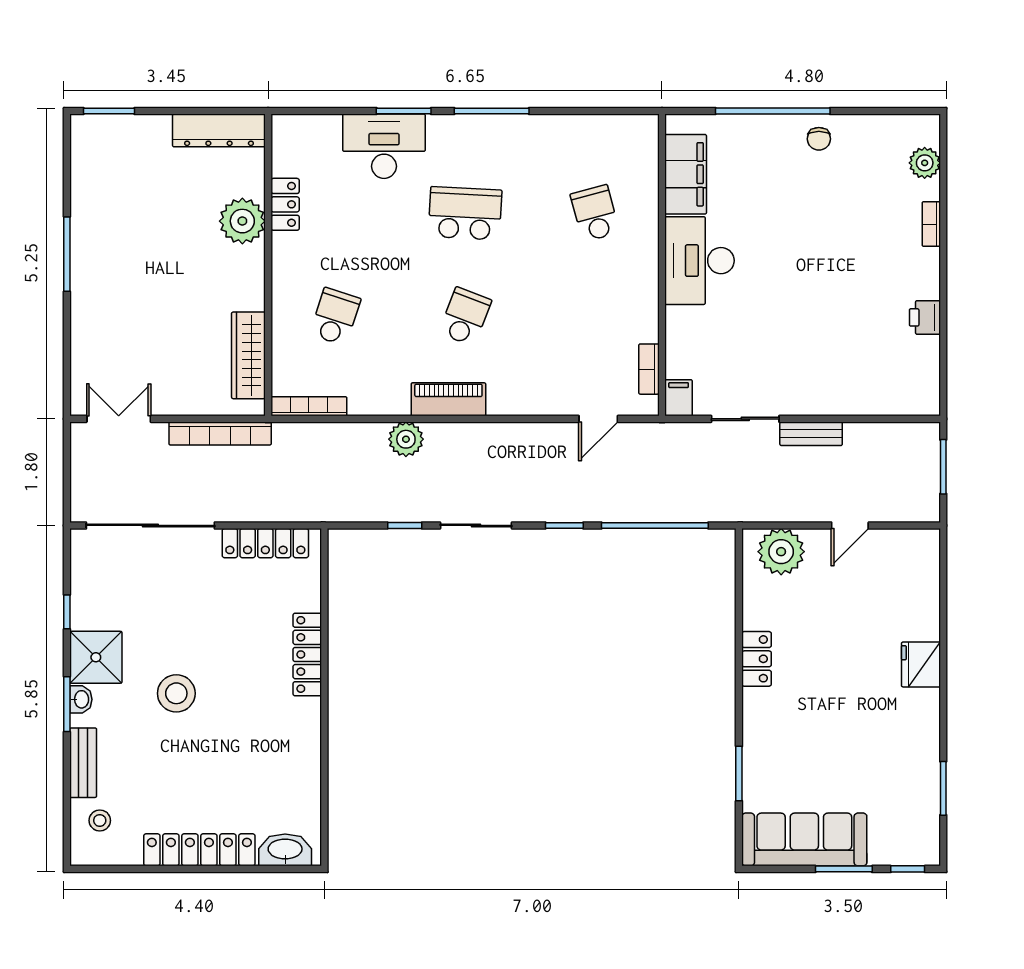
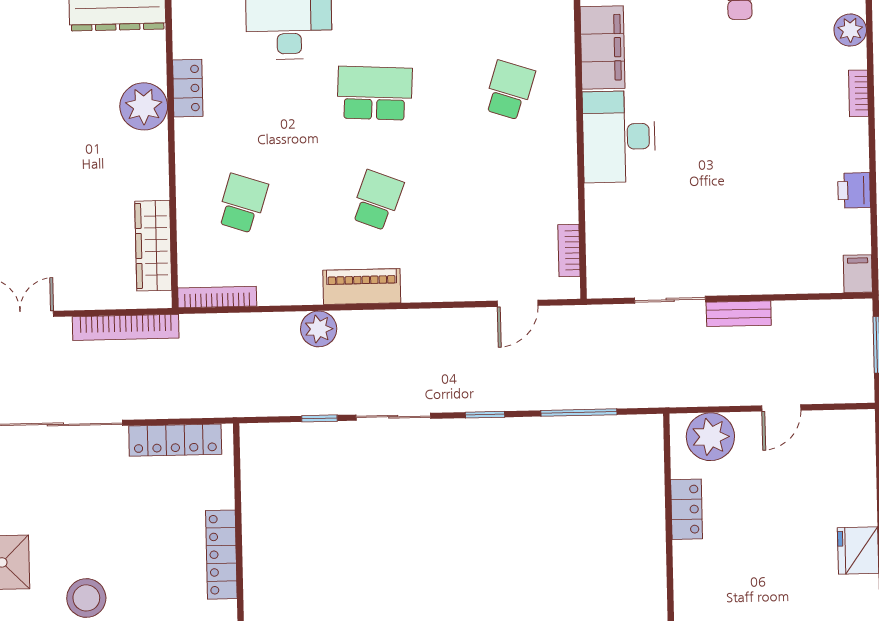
school desk: (595, 213) -> (509, 90), turned 33
filing cabinet: (679, 398) -> (858, 274), moved
window: (655, 525) -> (579, 413), width x0.68
locker: (757, 659) -> (687, 509), moved

